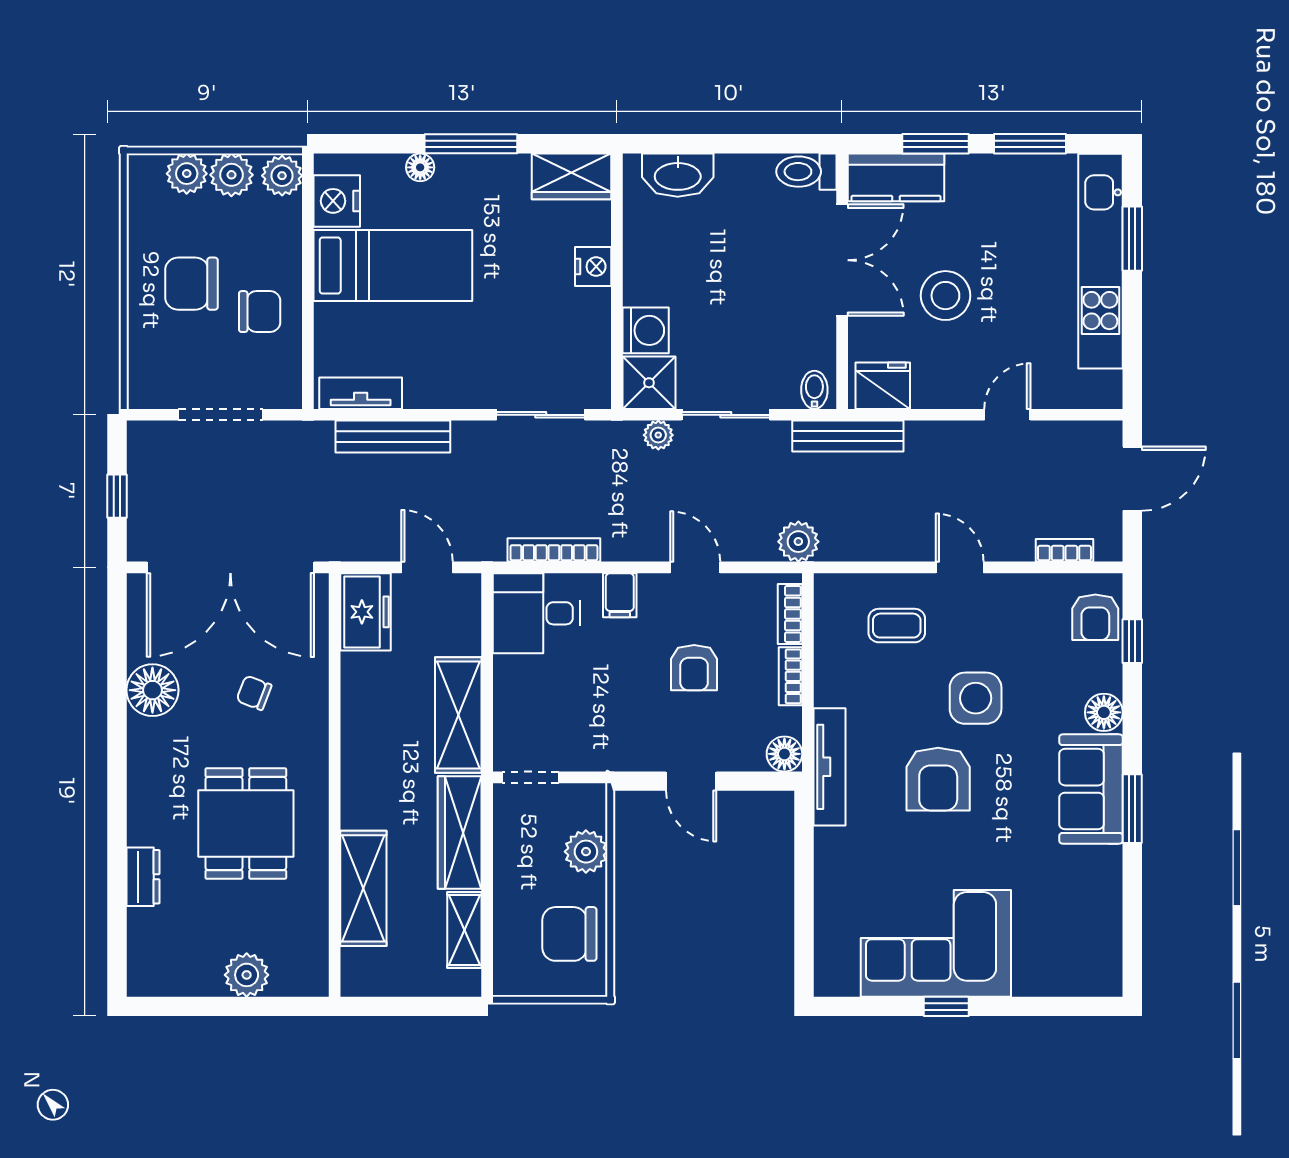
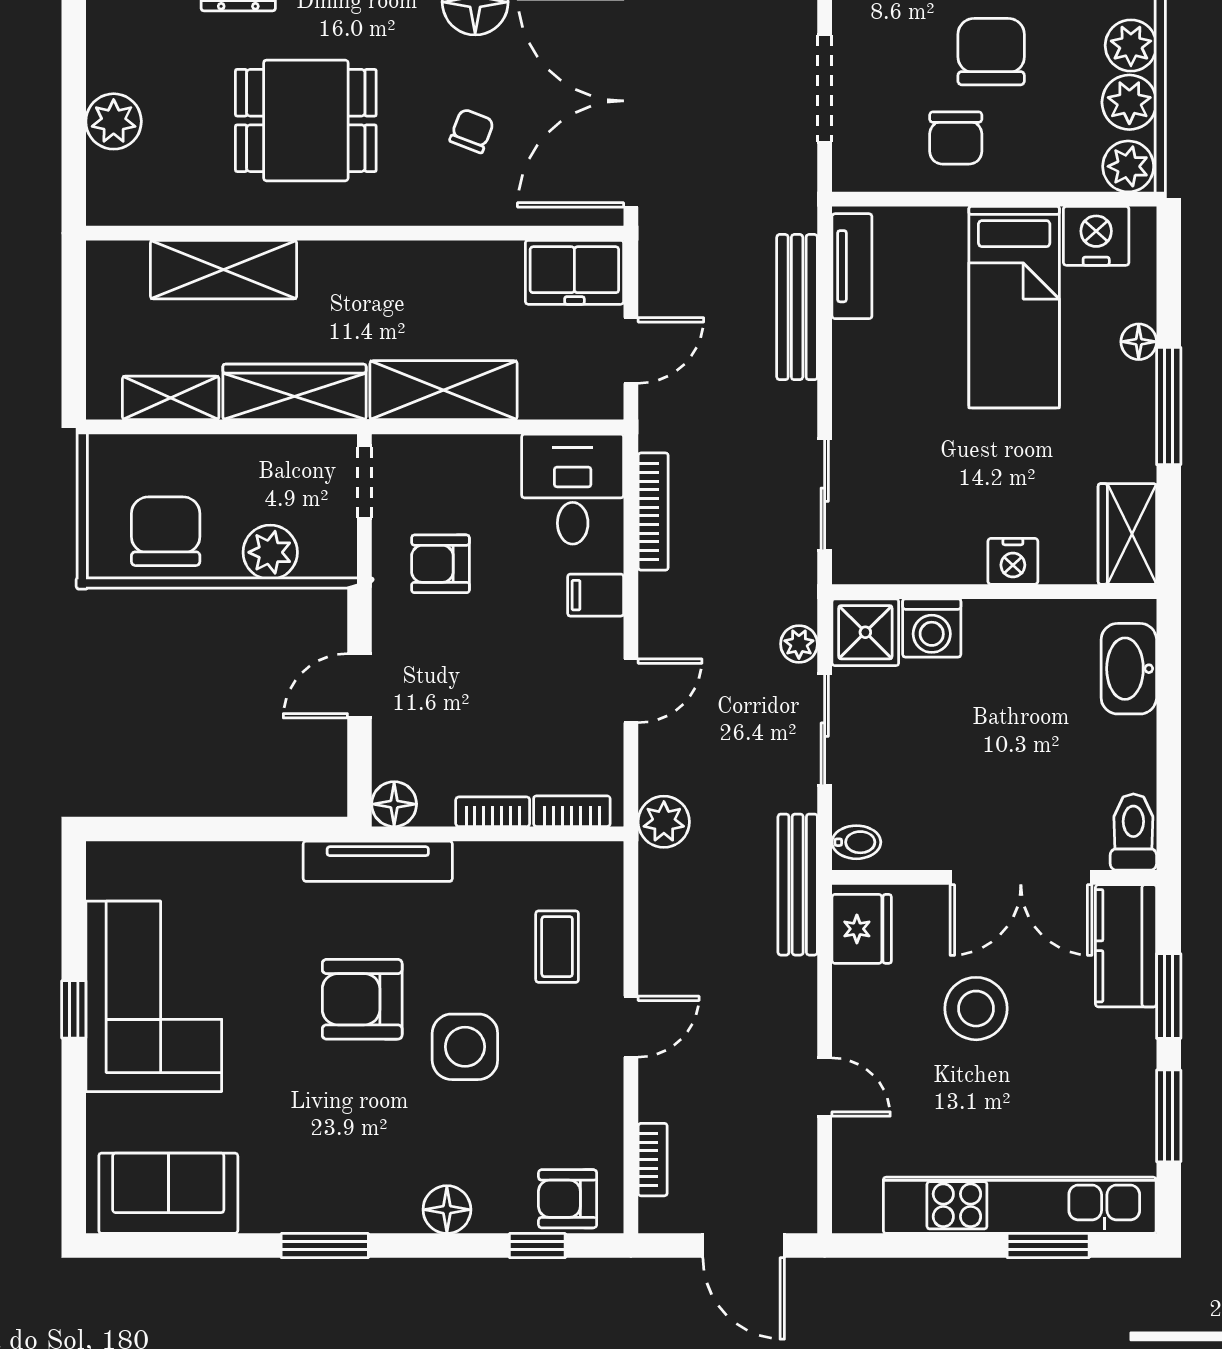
armchair: (694, 668) -> (440, 564), moved
sofa: (1091, 789) -> (168, 1193), moved

